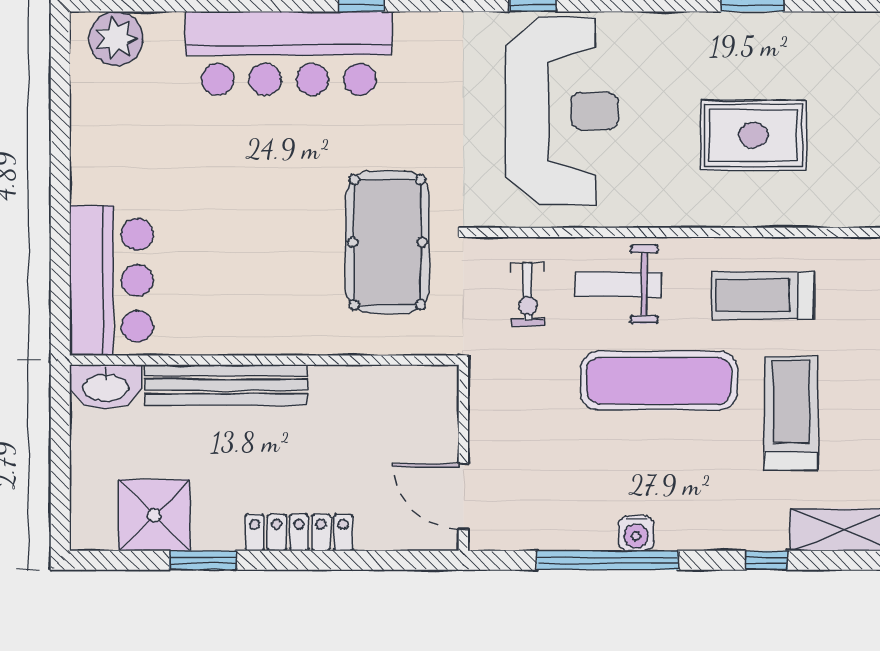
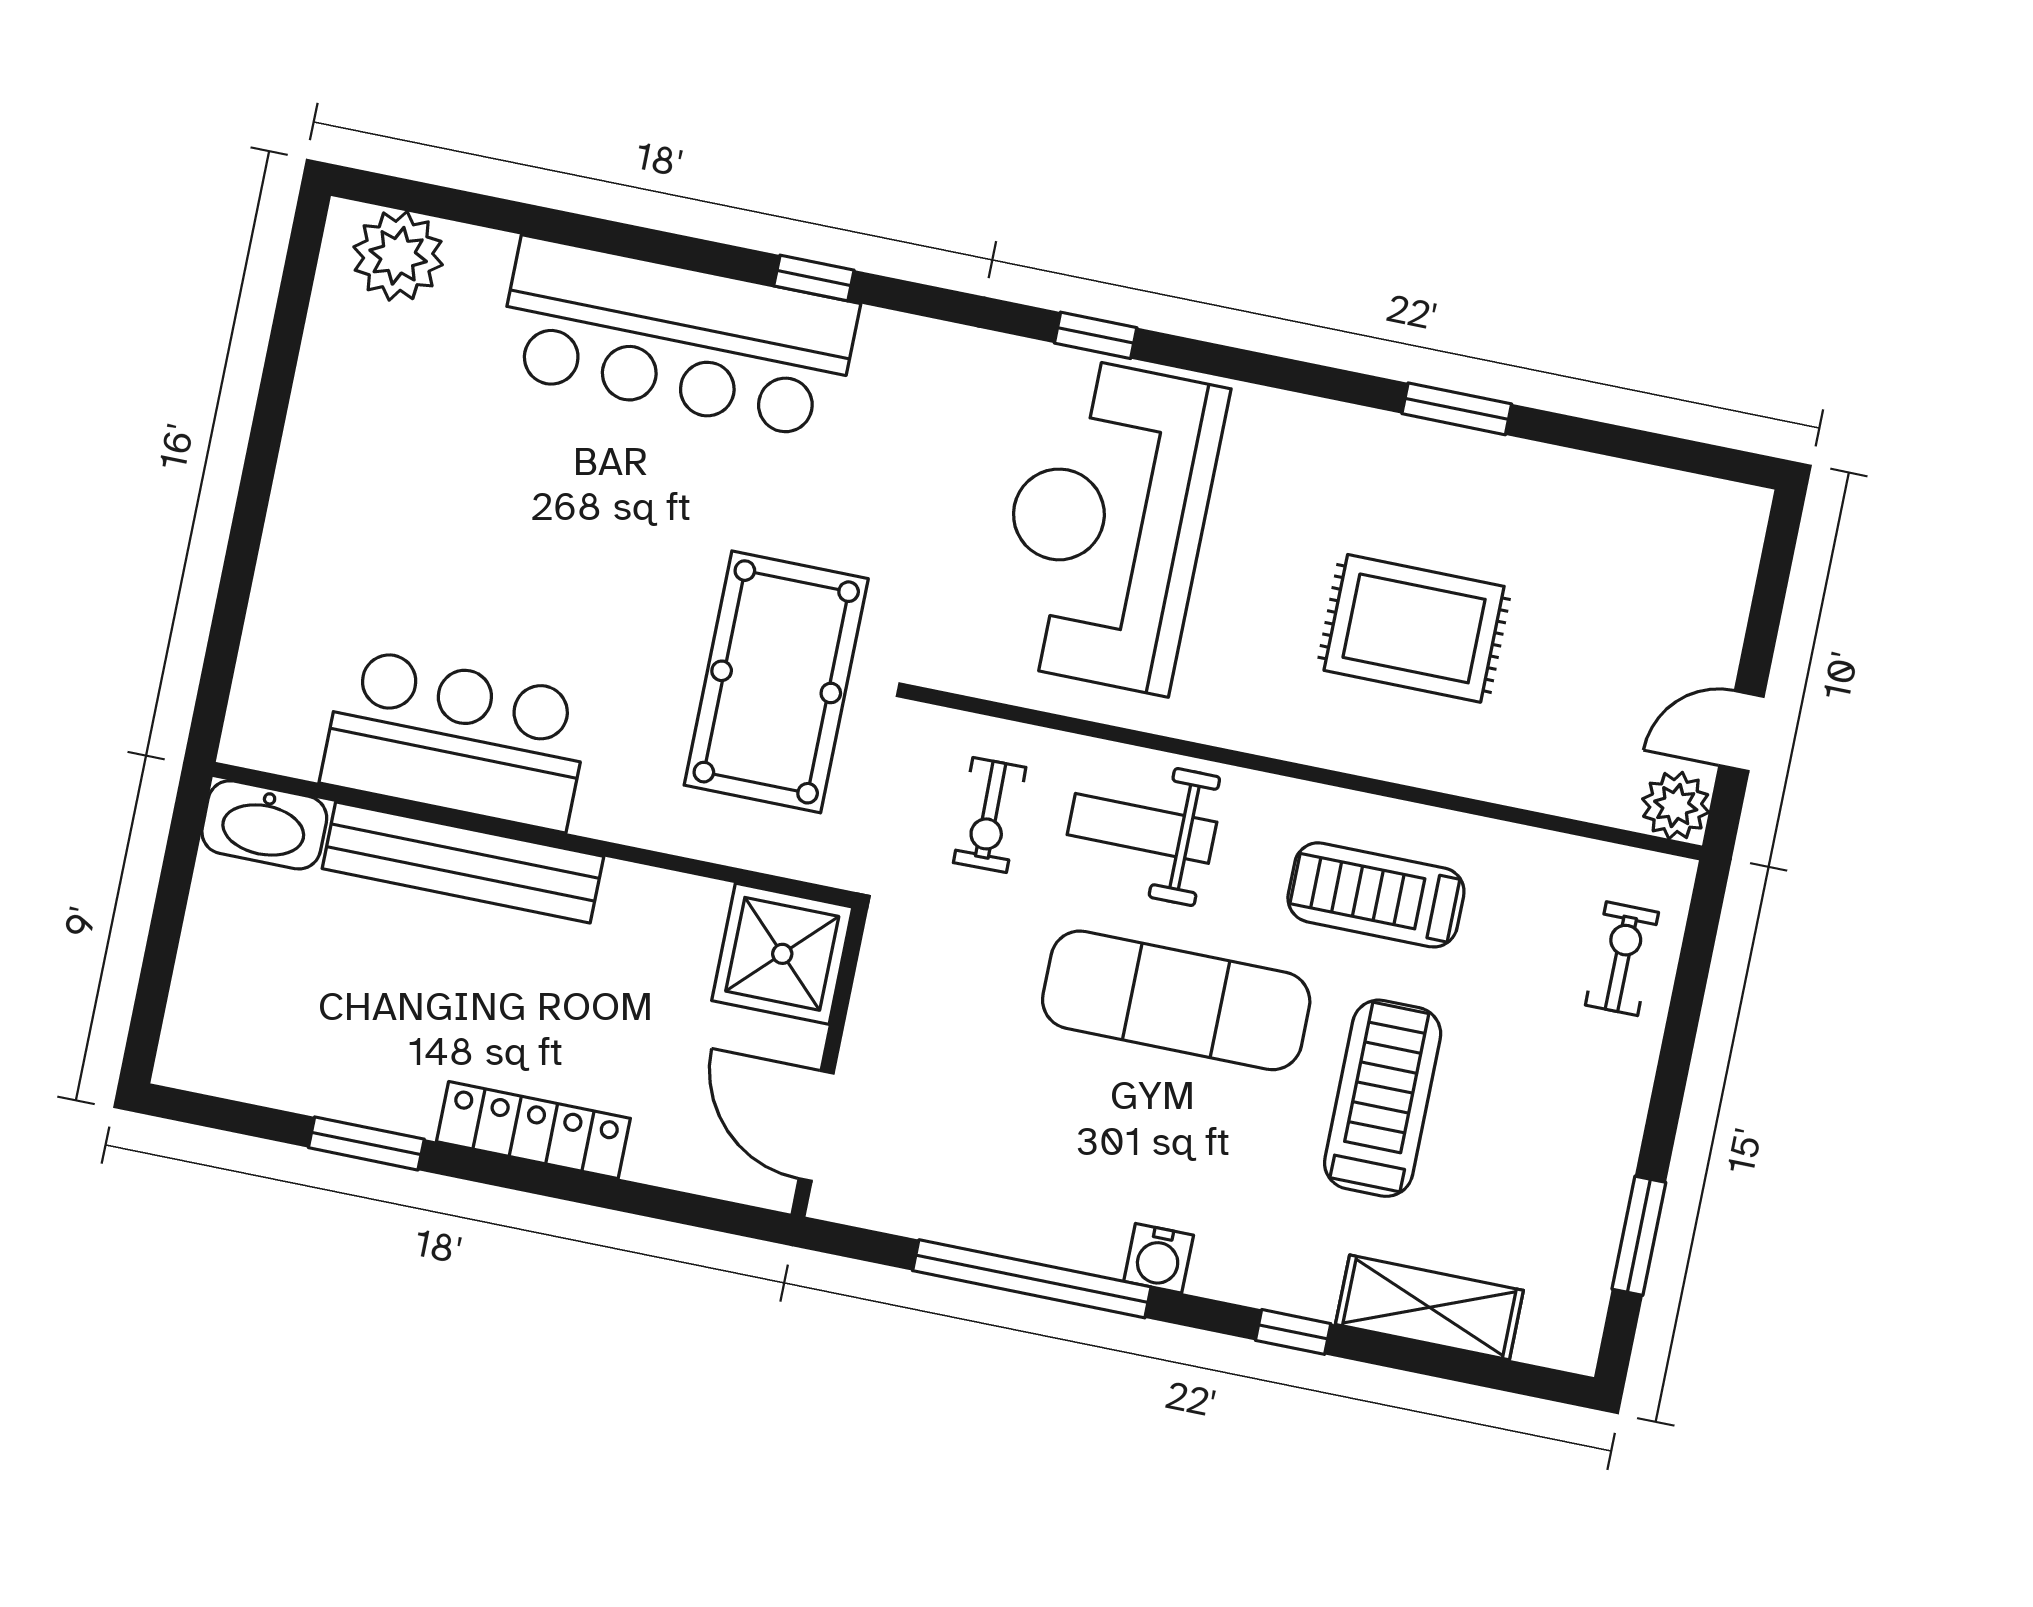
reception desk: (562, 111) -> (1107, 524), turned 180
bar counter: (111, 280) -> (456, 739), moved, turned -90
shower: (154, 515) -> (782, 954), moved
water cooler: (636, 533) -> (1159, 1258), moved

